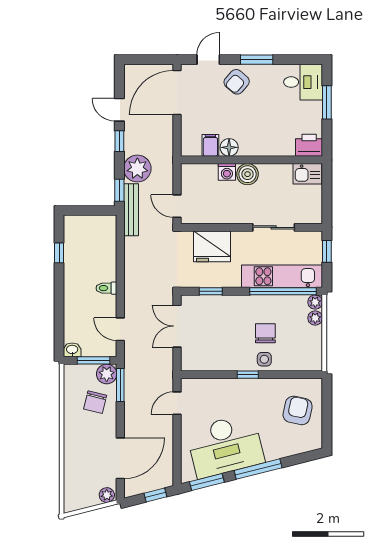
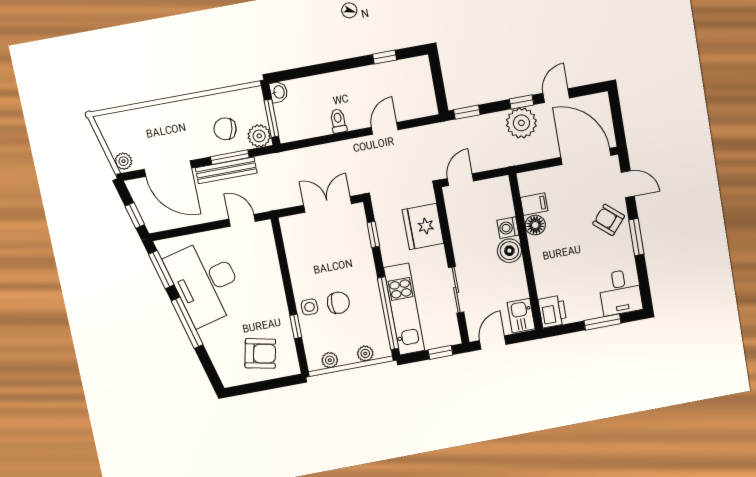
plant: (137, 169) -> (521, 123), moved
door: (327, 203) -> (493, 343), added
bench: (131, 210) -> (226, 170), moved
toilet: (106, 288) -> (338, 121), moved
plant: (315, 302) -> (330, 360), moved
door: (120, 329) -> (385, 128), moved
window: (248, 375) -> (296, 326), moved
window: (120, 385) -> (230, 157), moved

